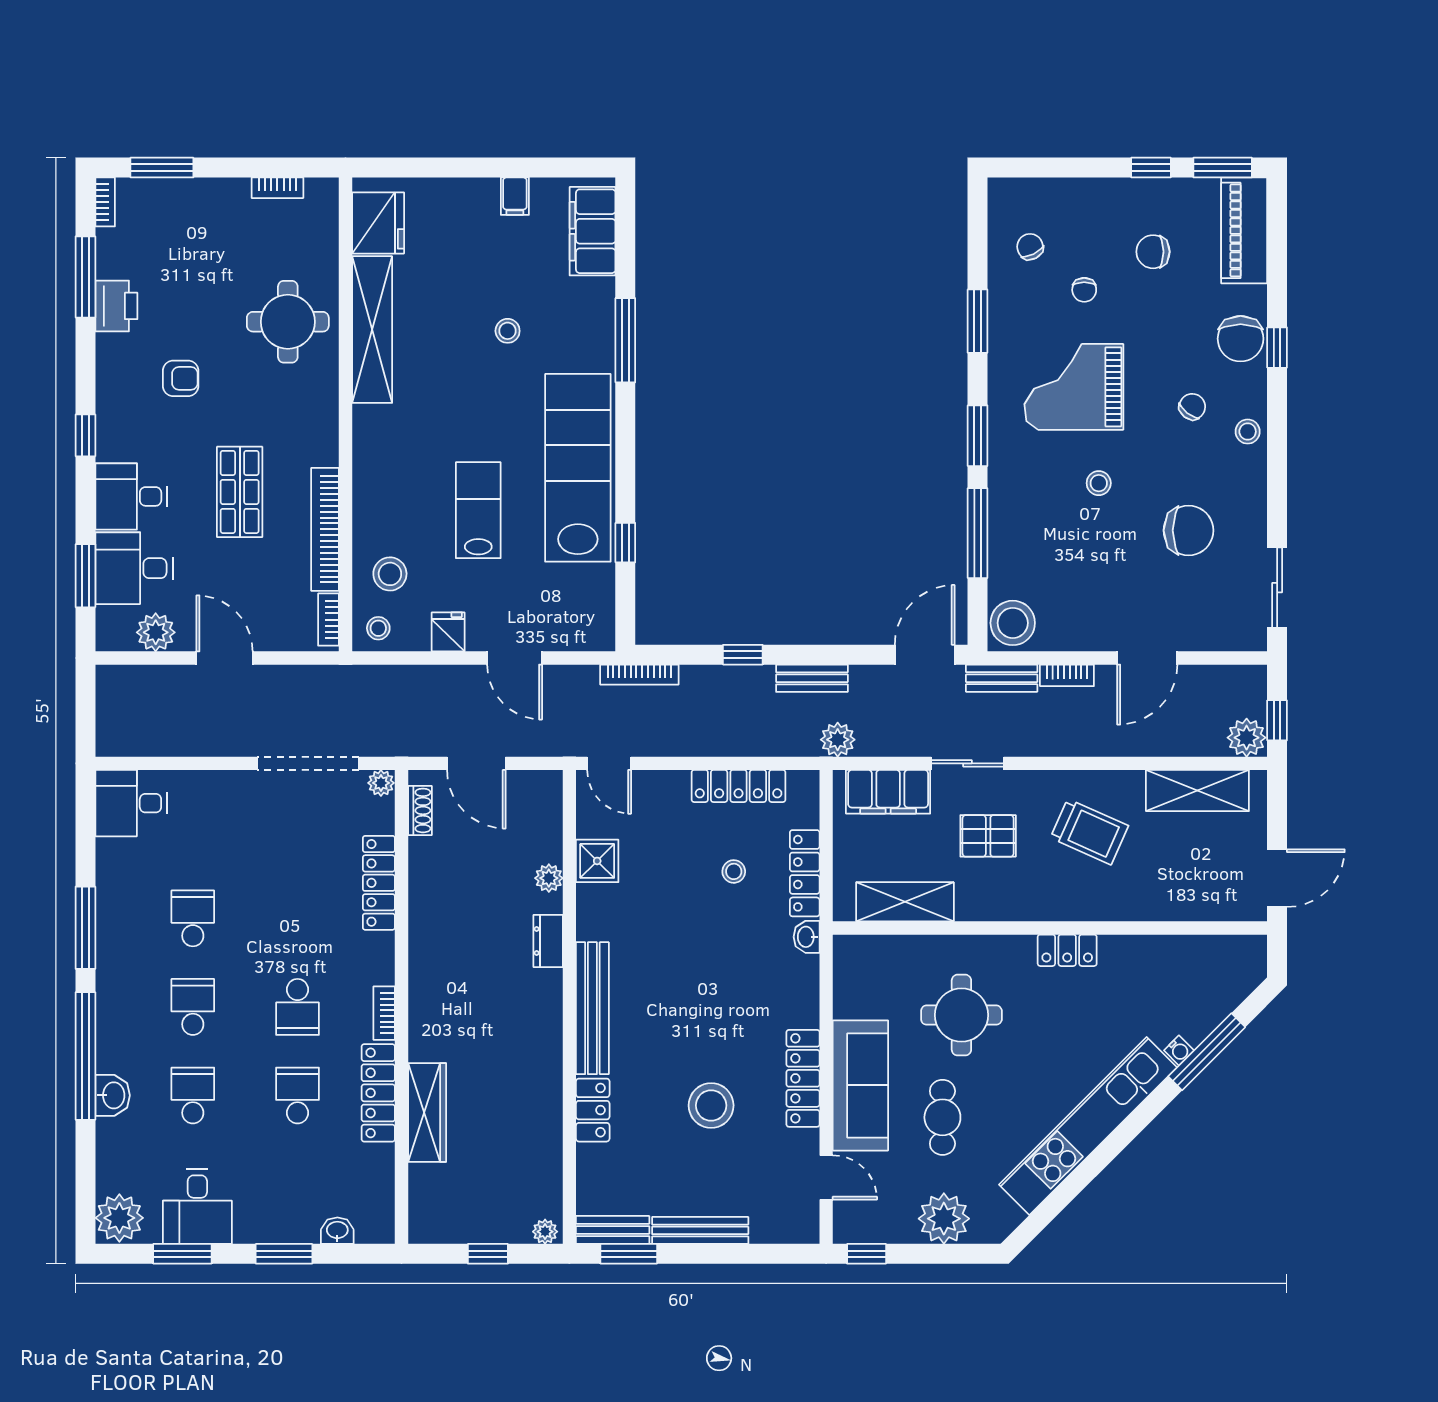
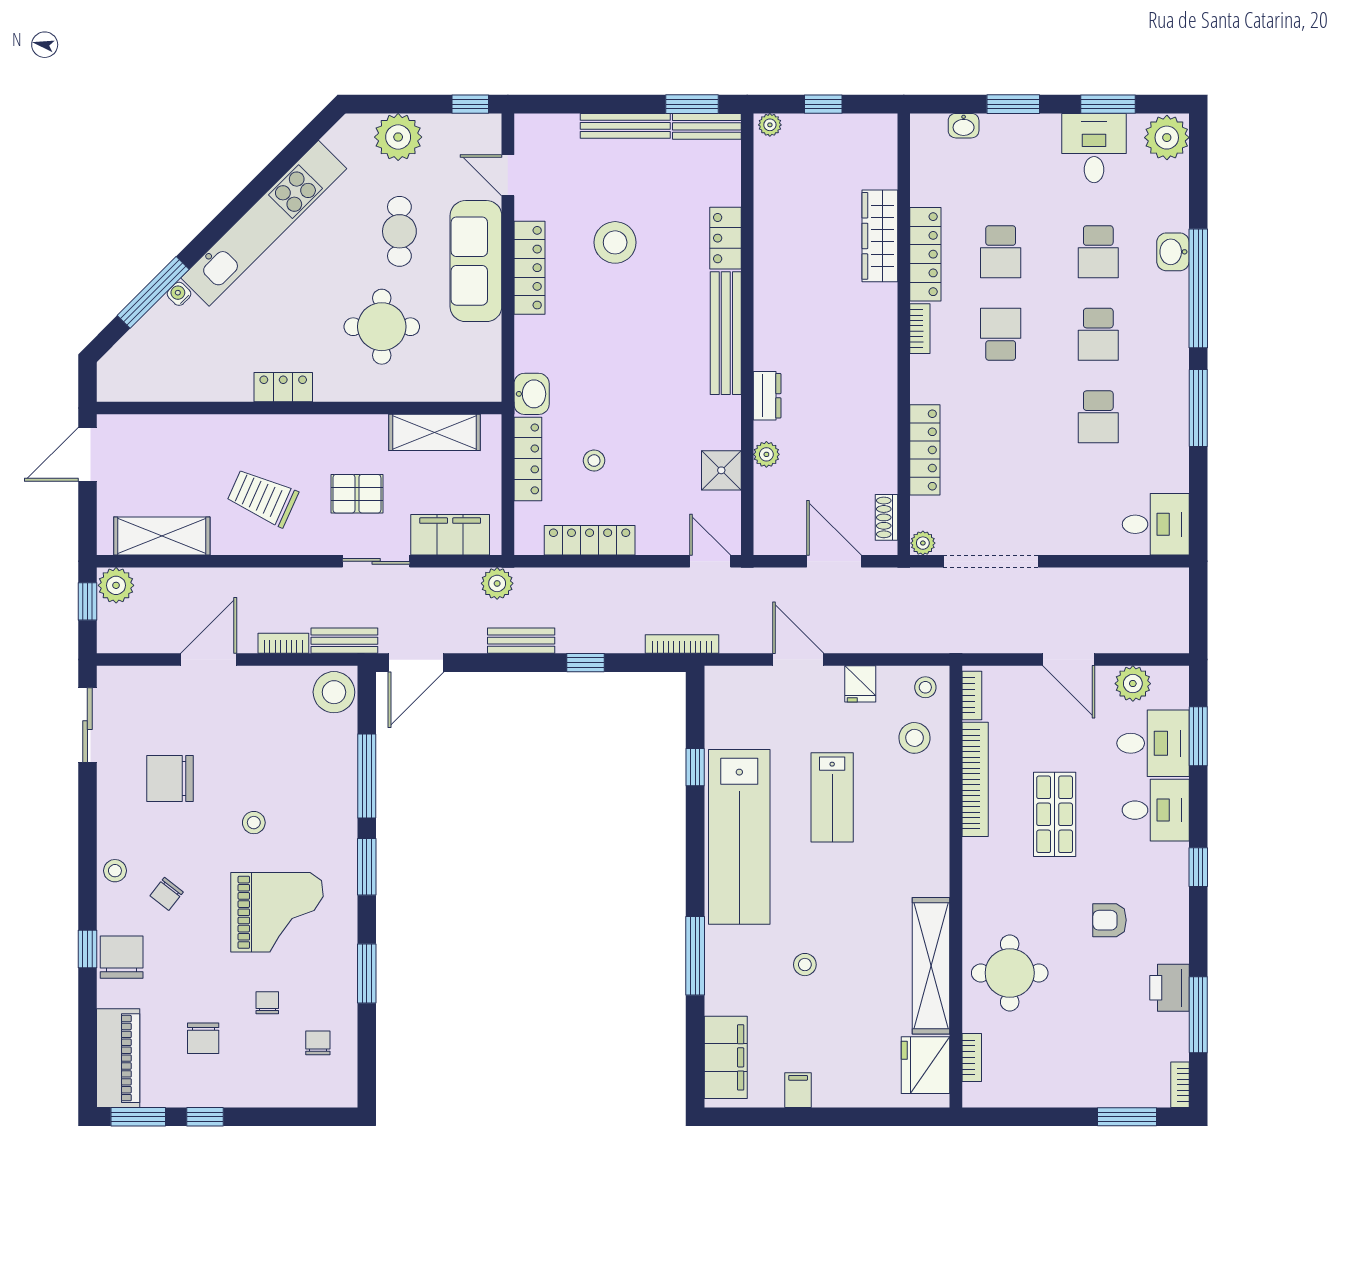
bookcase: (277, 188) -> (972, 1058), moved, turned 90
chair: (1030, 247) -> (318, 1043), turned -153
chair: (1153, 252) -> (203, 1038), turned 90
washbasin: (807, 937) -> (532, 394), width x1.38, depth x1.45

